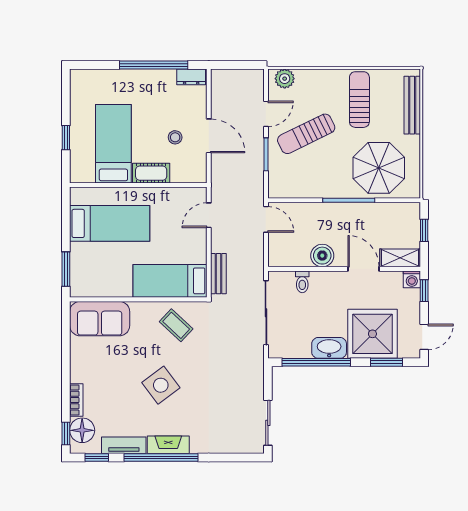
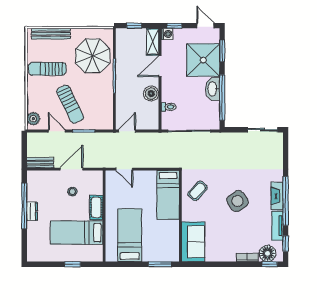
dresser: (191, 77) -> (32, 211), moved
bench: (218, 274) -> (40, 163), moved

